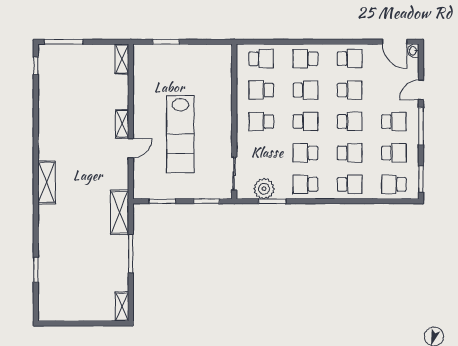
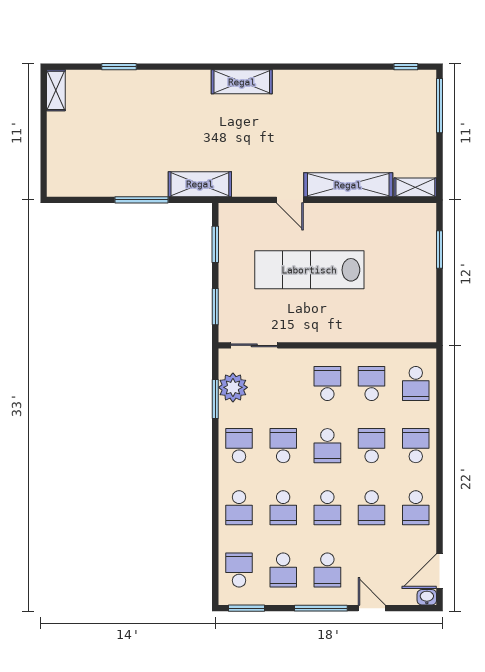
school desk: (305, 90) -> (372, 446), turned 180
shelving: (122, 124) -> (348, 185), width x2.20, depth x1.33
shelving: (122, 307) -> (56, 90), moved, turned 90

